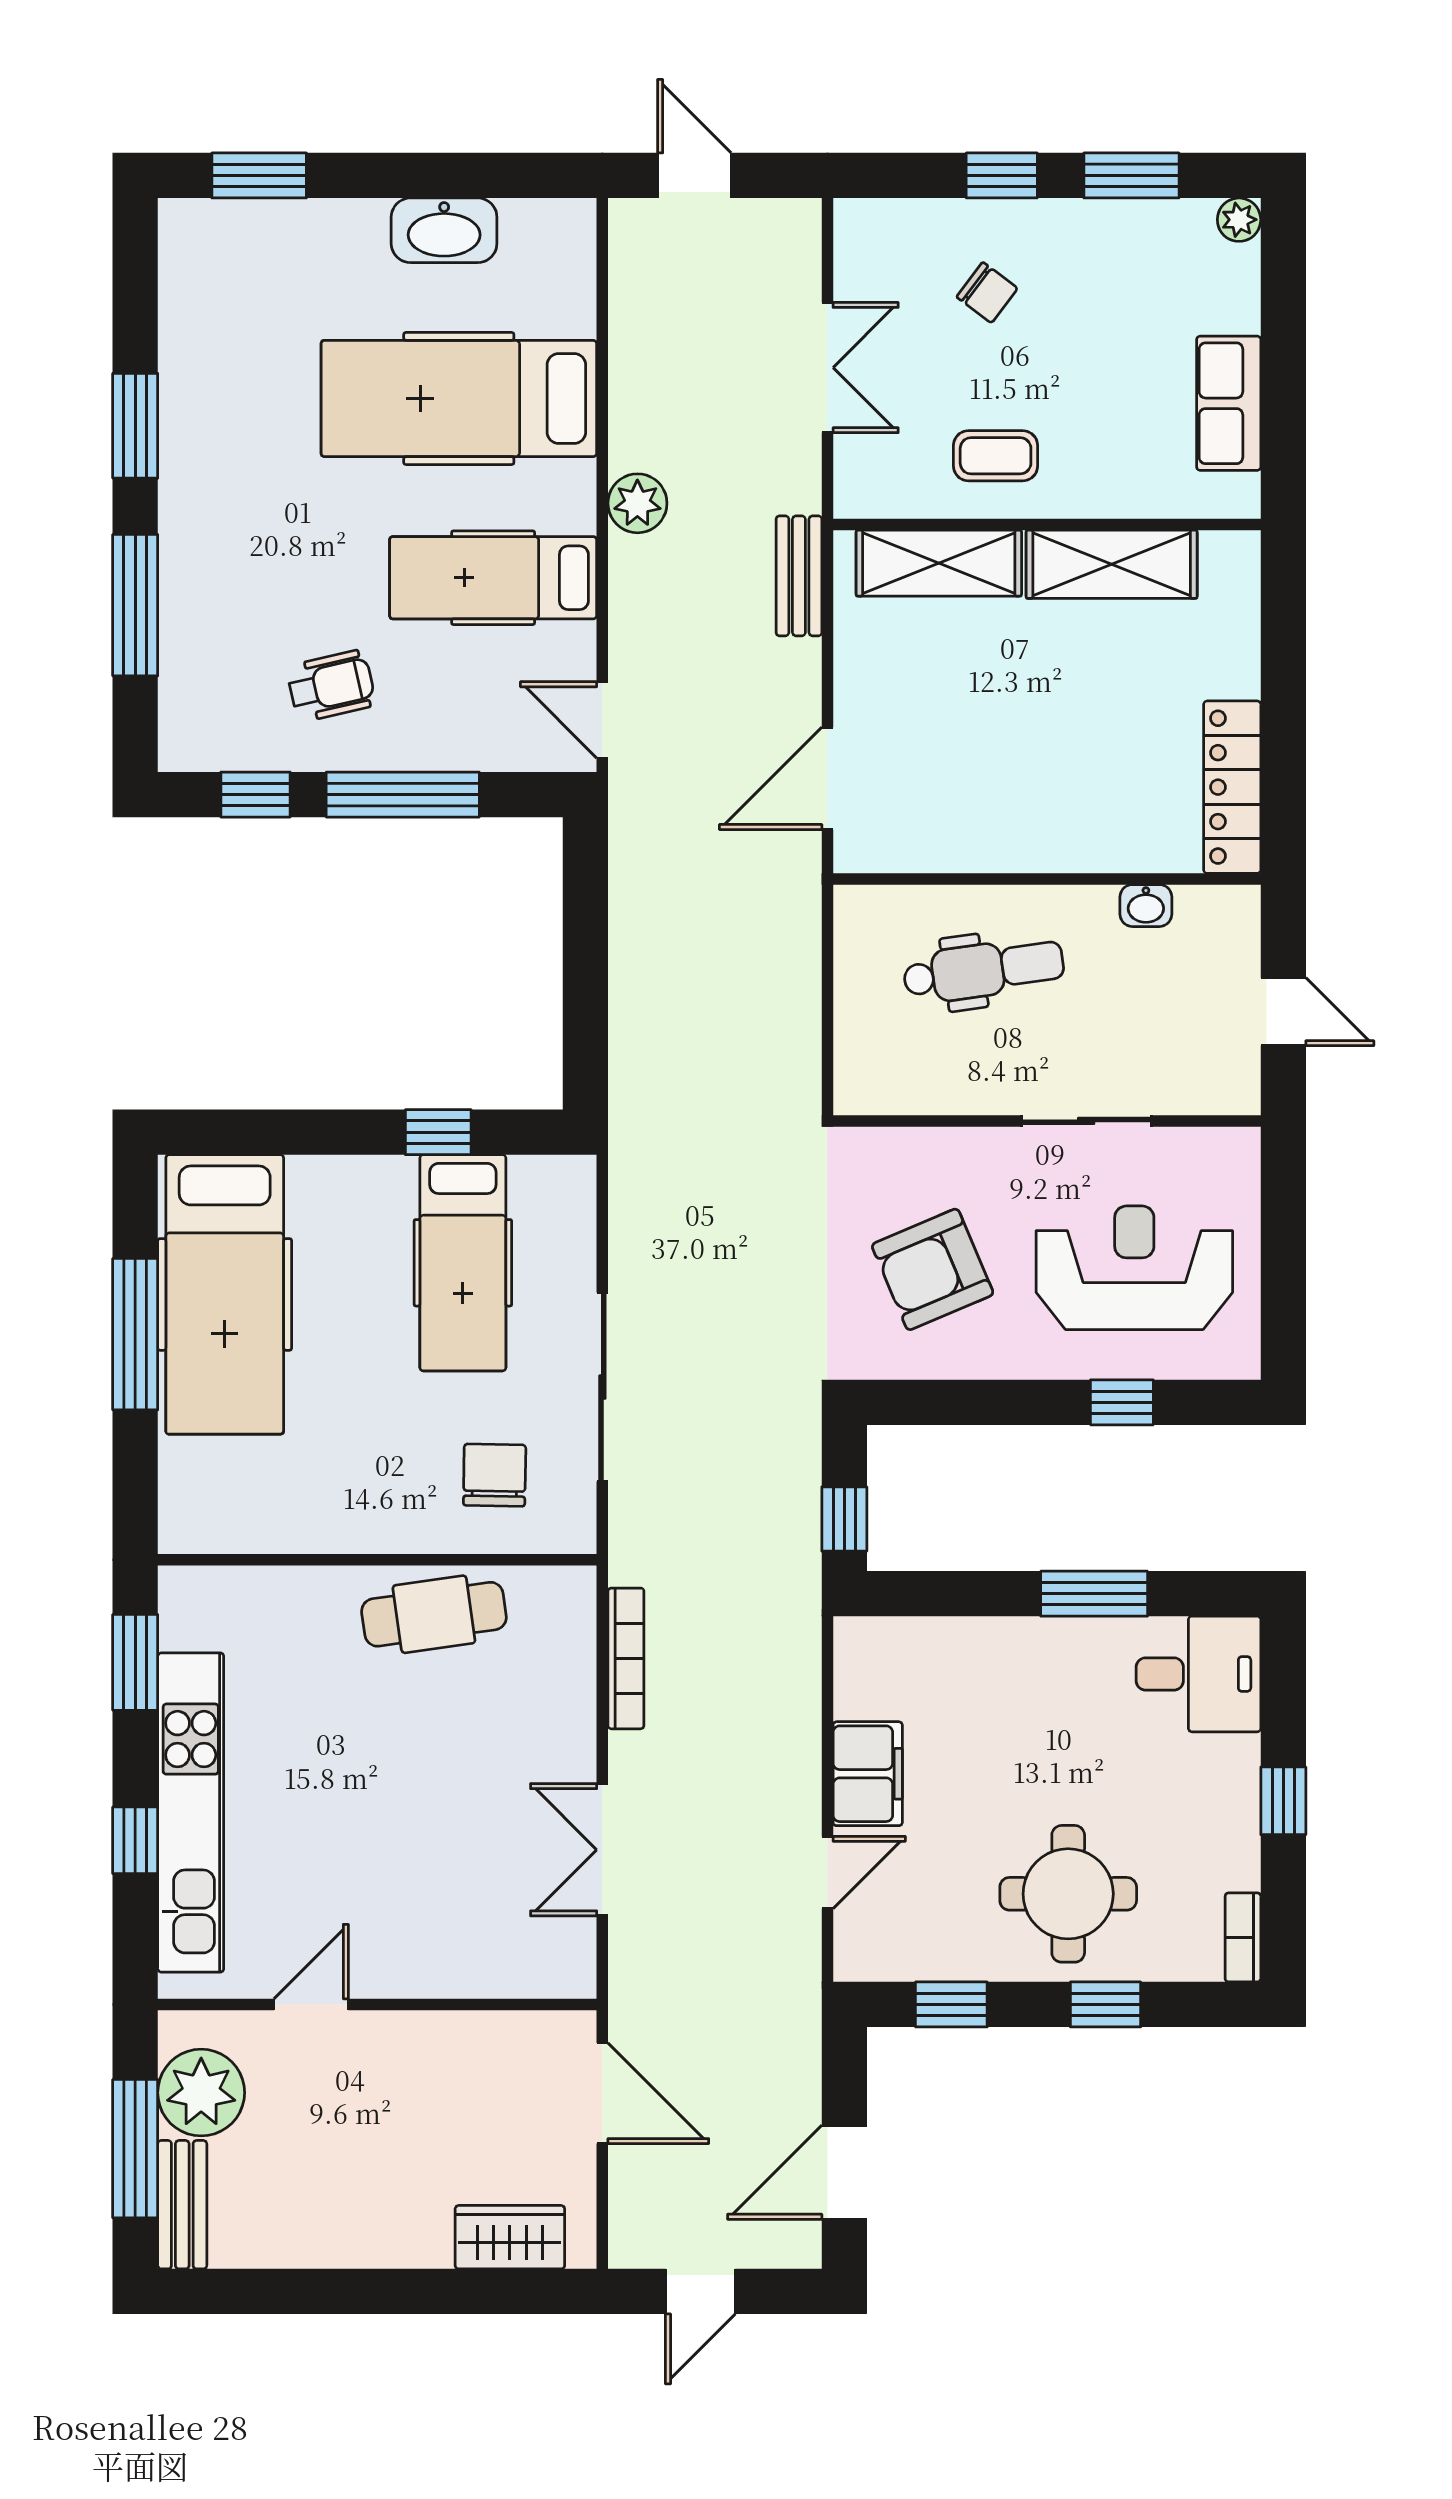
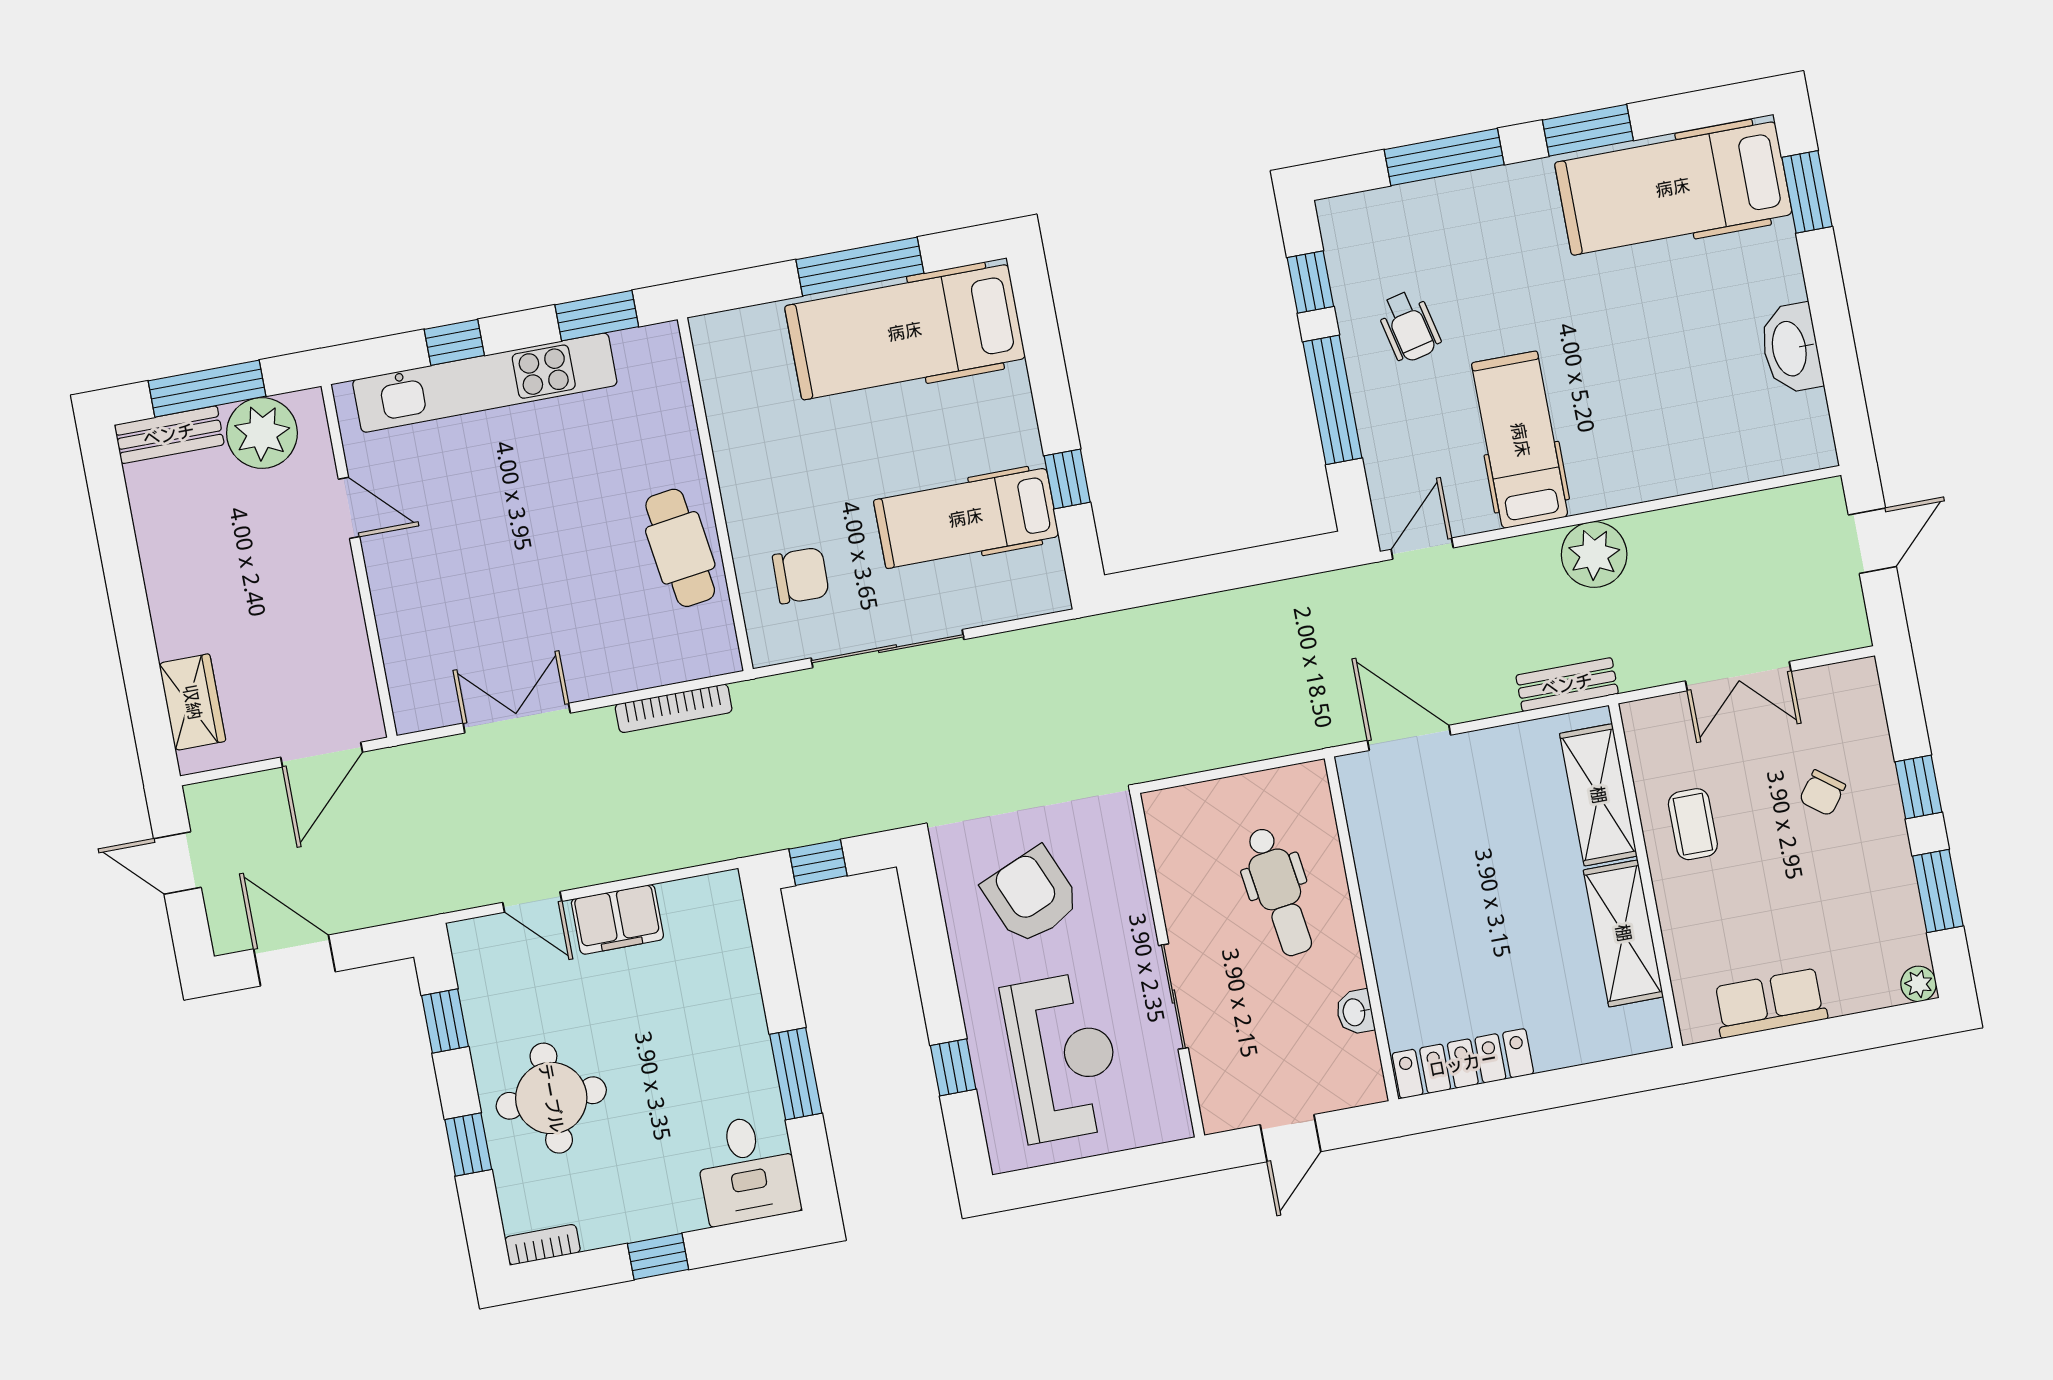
hospital bed: (459, 398) -> (1673, 188), moved, turned -90
plant: (637, 503) -> (1594, 555), width x1.36, depth x1.36

